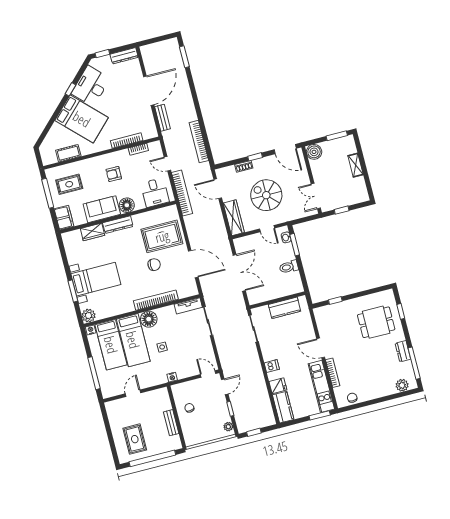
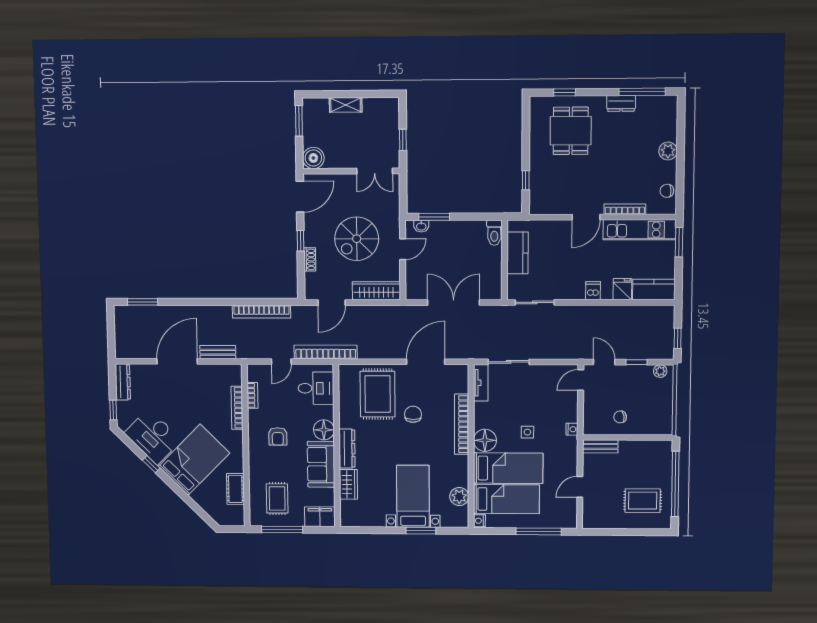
door: (149, 91) -> (177, 361), hinge flipped
toilet: (289, 267) -> (494, 233), moved
plant: (89, 316) -> (459, 497), moved
plant: (402, 385) -> (668, 151), moved
door: (133, 393) -> (580, 487), hinge flipped
bench: (171, 423) -> (600, 446), moved

